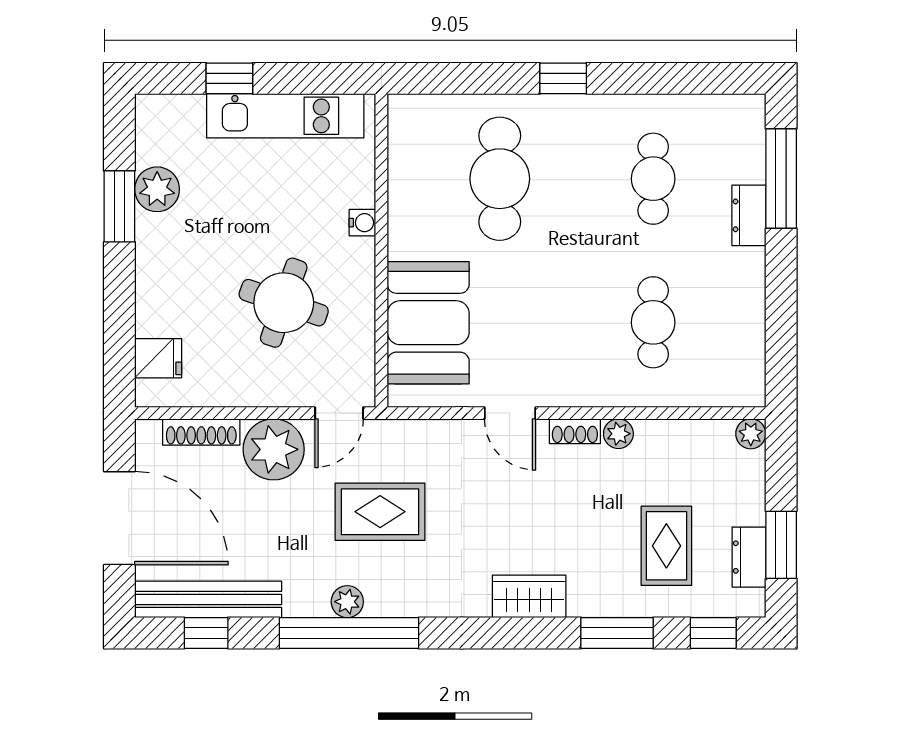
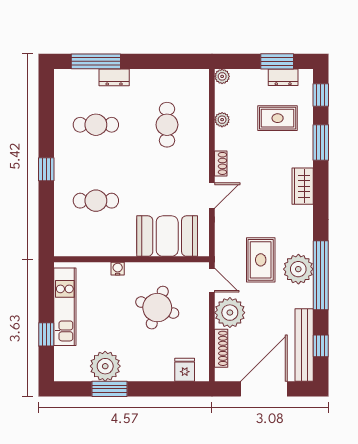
cafe table: (500, 179) -> (96, 201), width x0.73, depth x0.74
plant: (157, 189) -> (105, 366), width x1.36, depth x1.36
cafe table: (653, 322) -> (167, 125), turned 90
plant: (618, 434) -> (222, 120), moved
plant: (347, 602) -> (298, 269), width x1.88, depth x1.88

